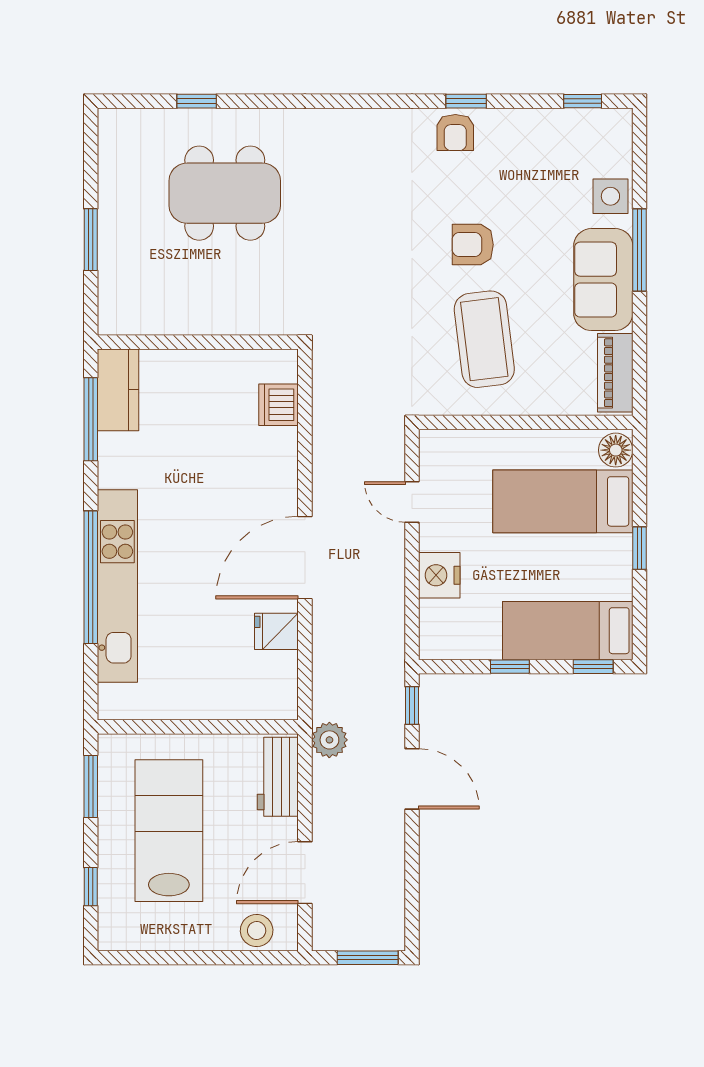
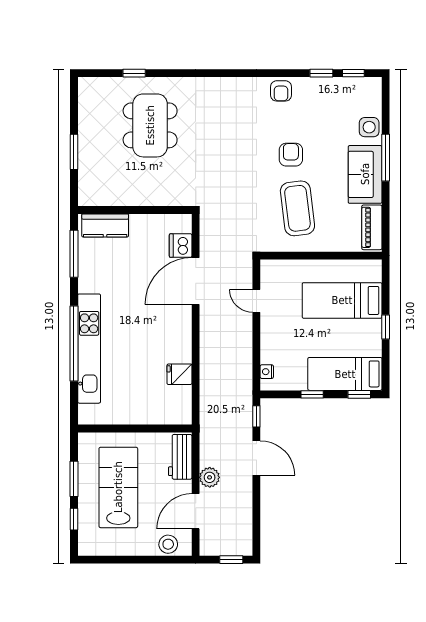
window: (466, 101) -> (321, 73), moved
dining table: (225, 193) -> (150, 125), turned 90
armchair: (473, 245) -> (291, 155), turned 90
kitchen counter: (118, 390) -> (105, 225), moved, turned 90
floor lamp: (616, 450) -> (372, 271), removed
door: (305, 558) -> (196, 281), moved
nightstand: (439, 575) -> (267, 372), moved, width x0.53, depth x0.56
plant: (329, 740) -> (210, 477), moved
window: (91, 786) -> (74, 479), moved
window: (368, 958) -> (231, 560), width x0.67

